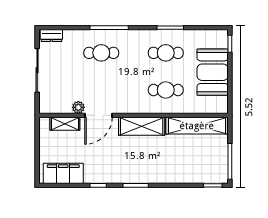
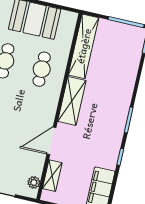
plant: (78, 107) -> (34, 182), moved
door: (98, 115) -> (51, 141), swing flipped

